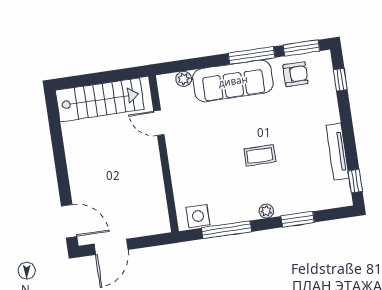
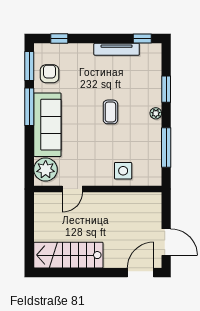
plant: (184, 79) -> (46, 169), width x1.87, depth x1.87
stairs: (100, 100) -> (68, 255), moved, turned -90
side table: (198, 216) -> (123, 171), moved

